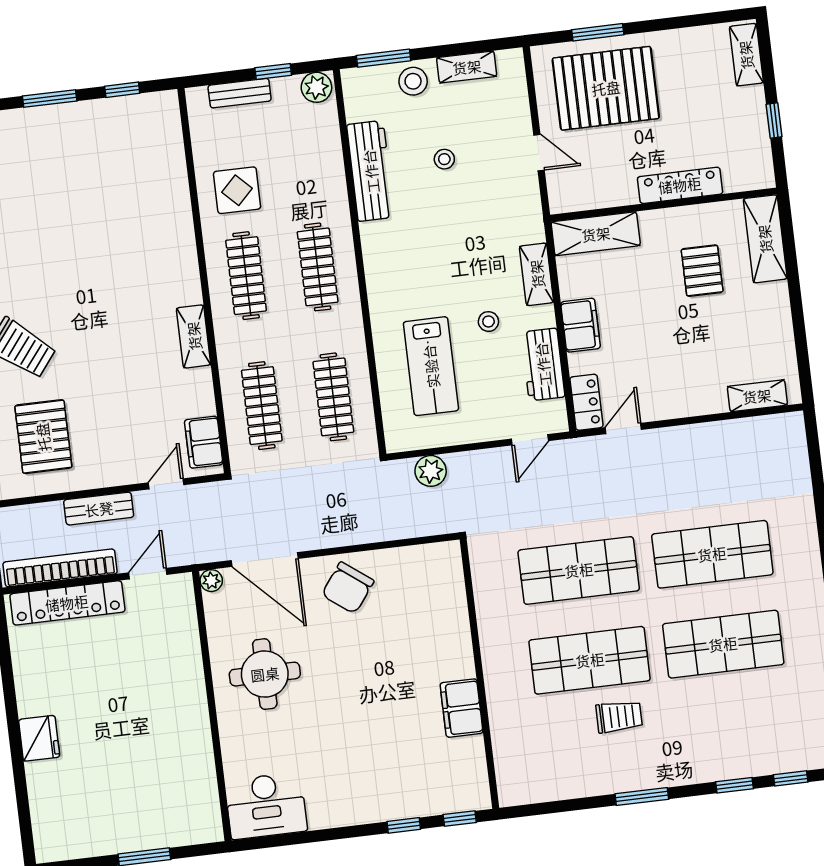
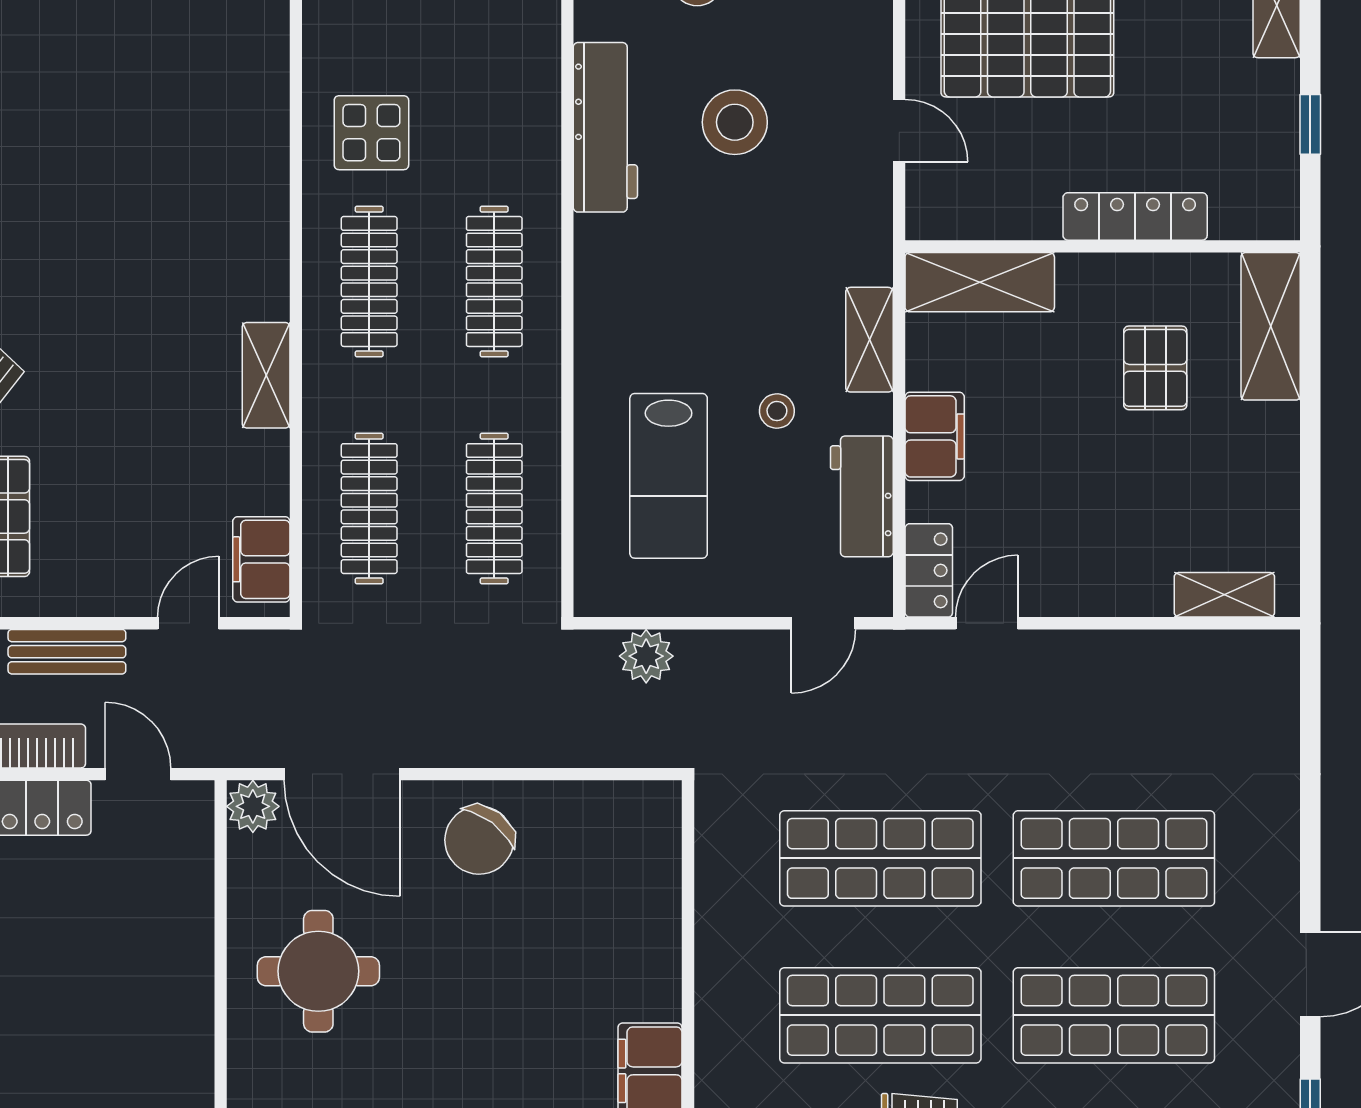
stool: (444, 159) -> (735, 122), width x1.89, depth x1.89
door: (148, 574) -> (138, 774), hinge flipped
plant: (211, 581) -> (253, 806), width x1.38, depth x1.38

